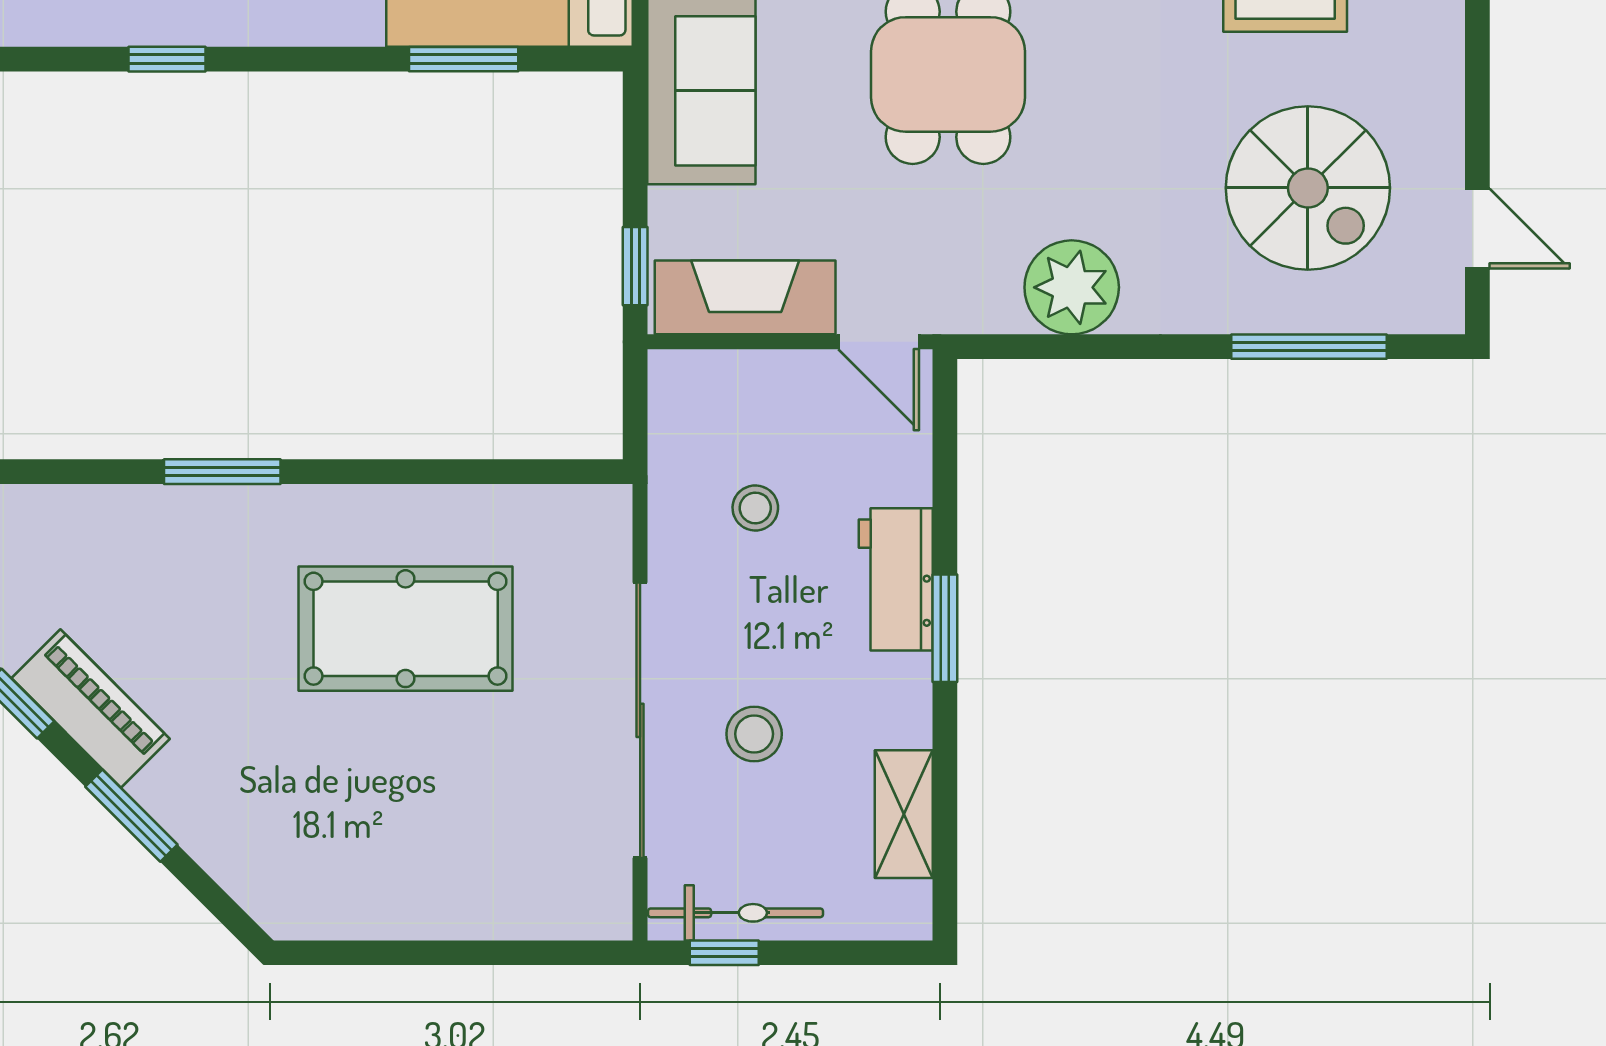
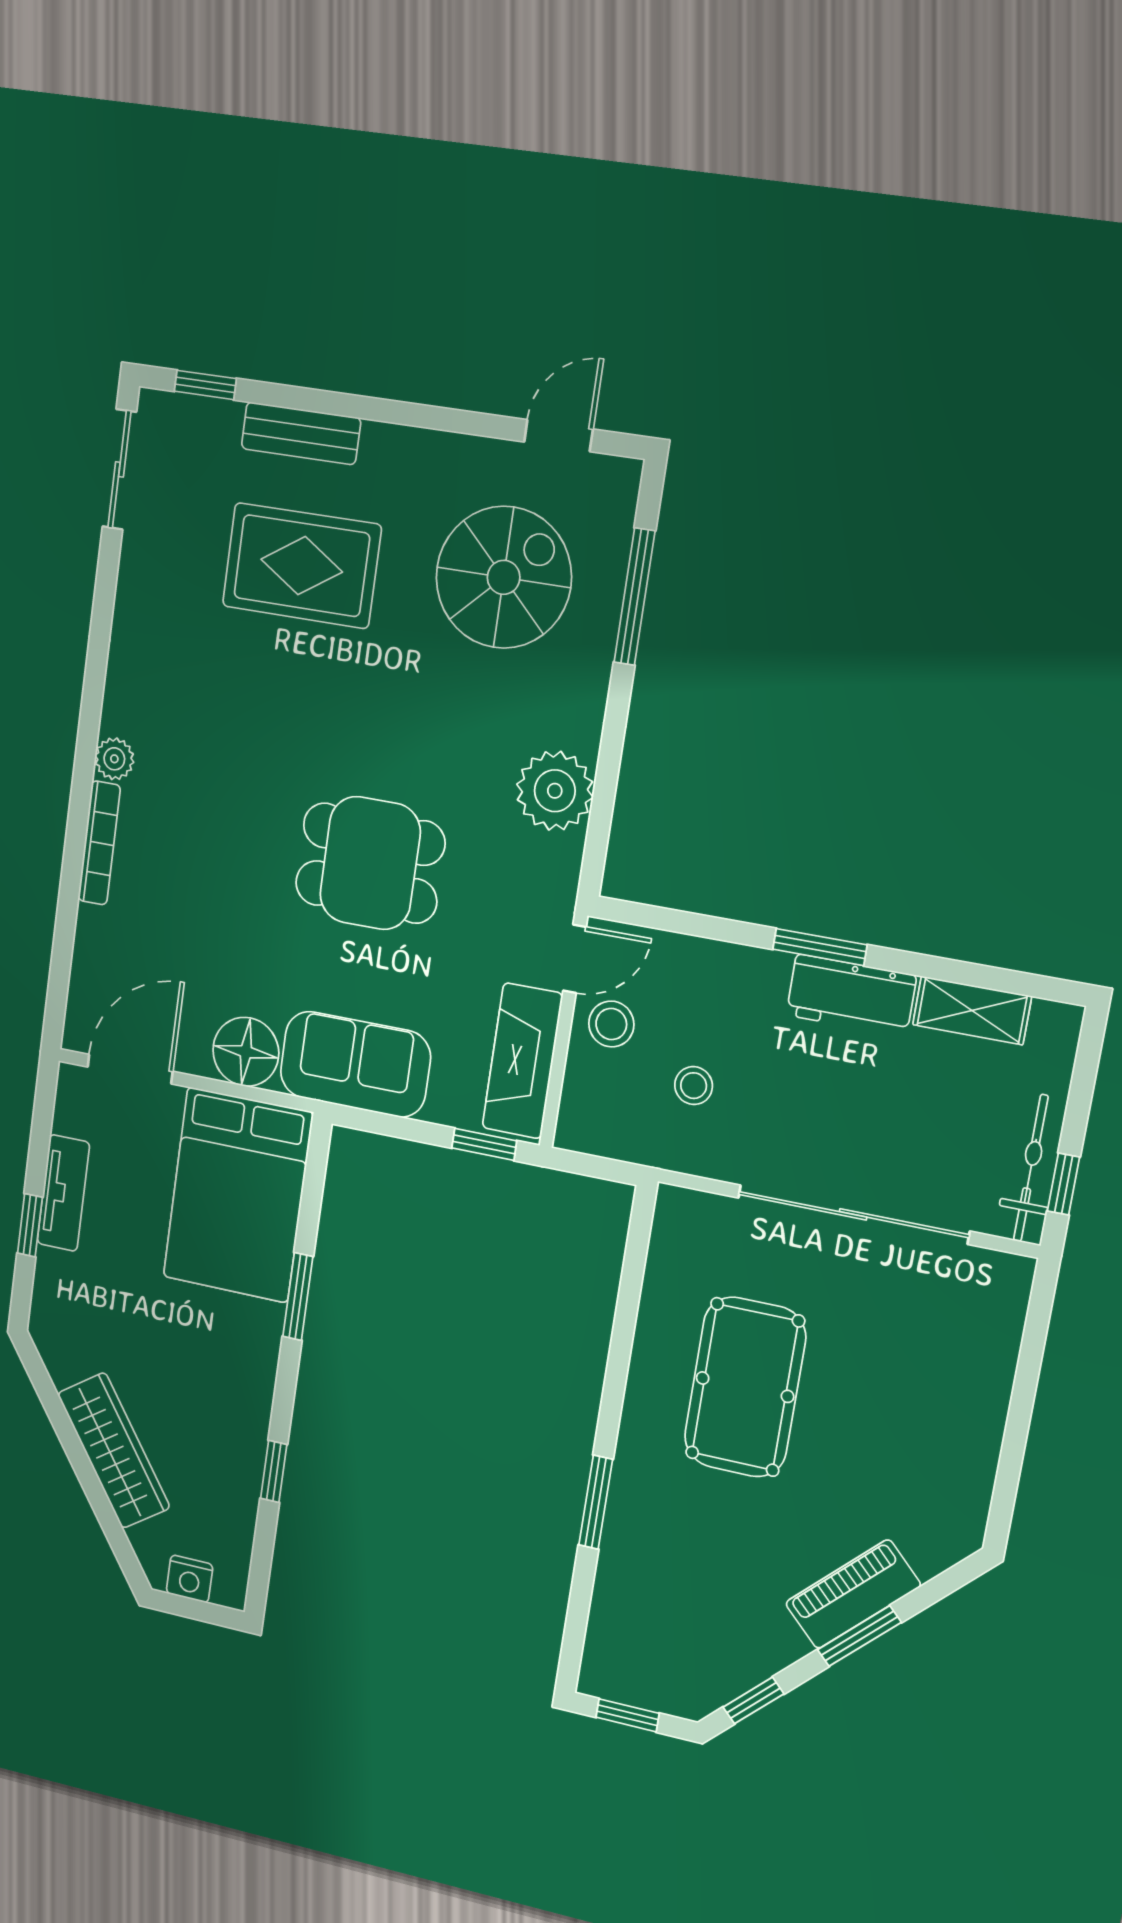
window: (464, 59) -> (298, 1297), moved
workbench: (896, 579) -> (851, 995), moved
piano: (91, 708) -> (853, 1594), moved
stool: (754, 734) -> (611, 1024), moved

